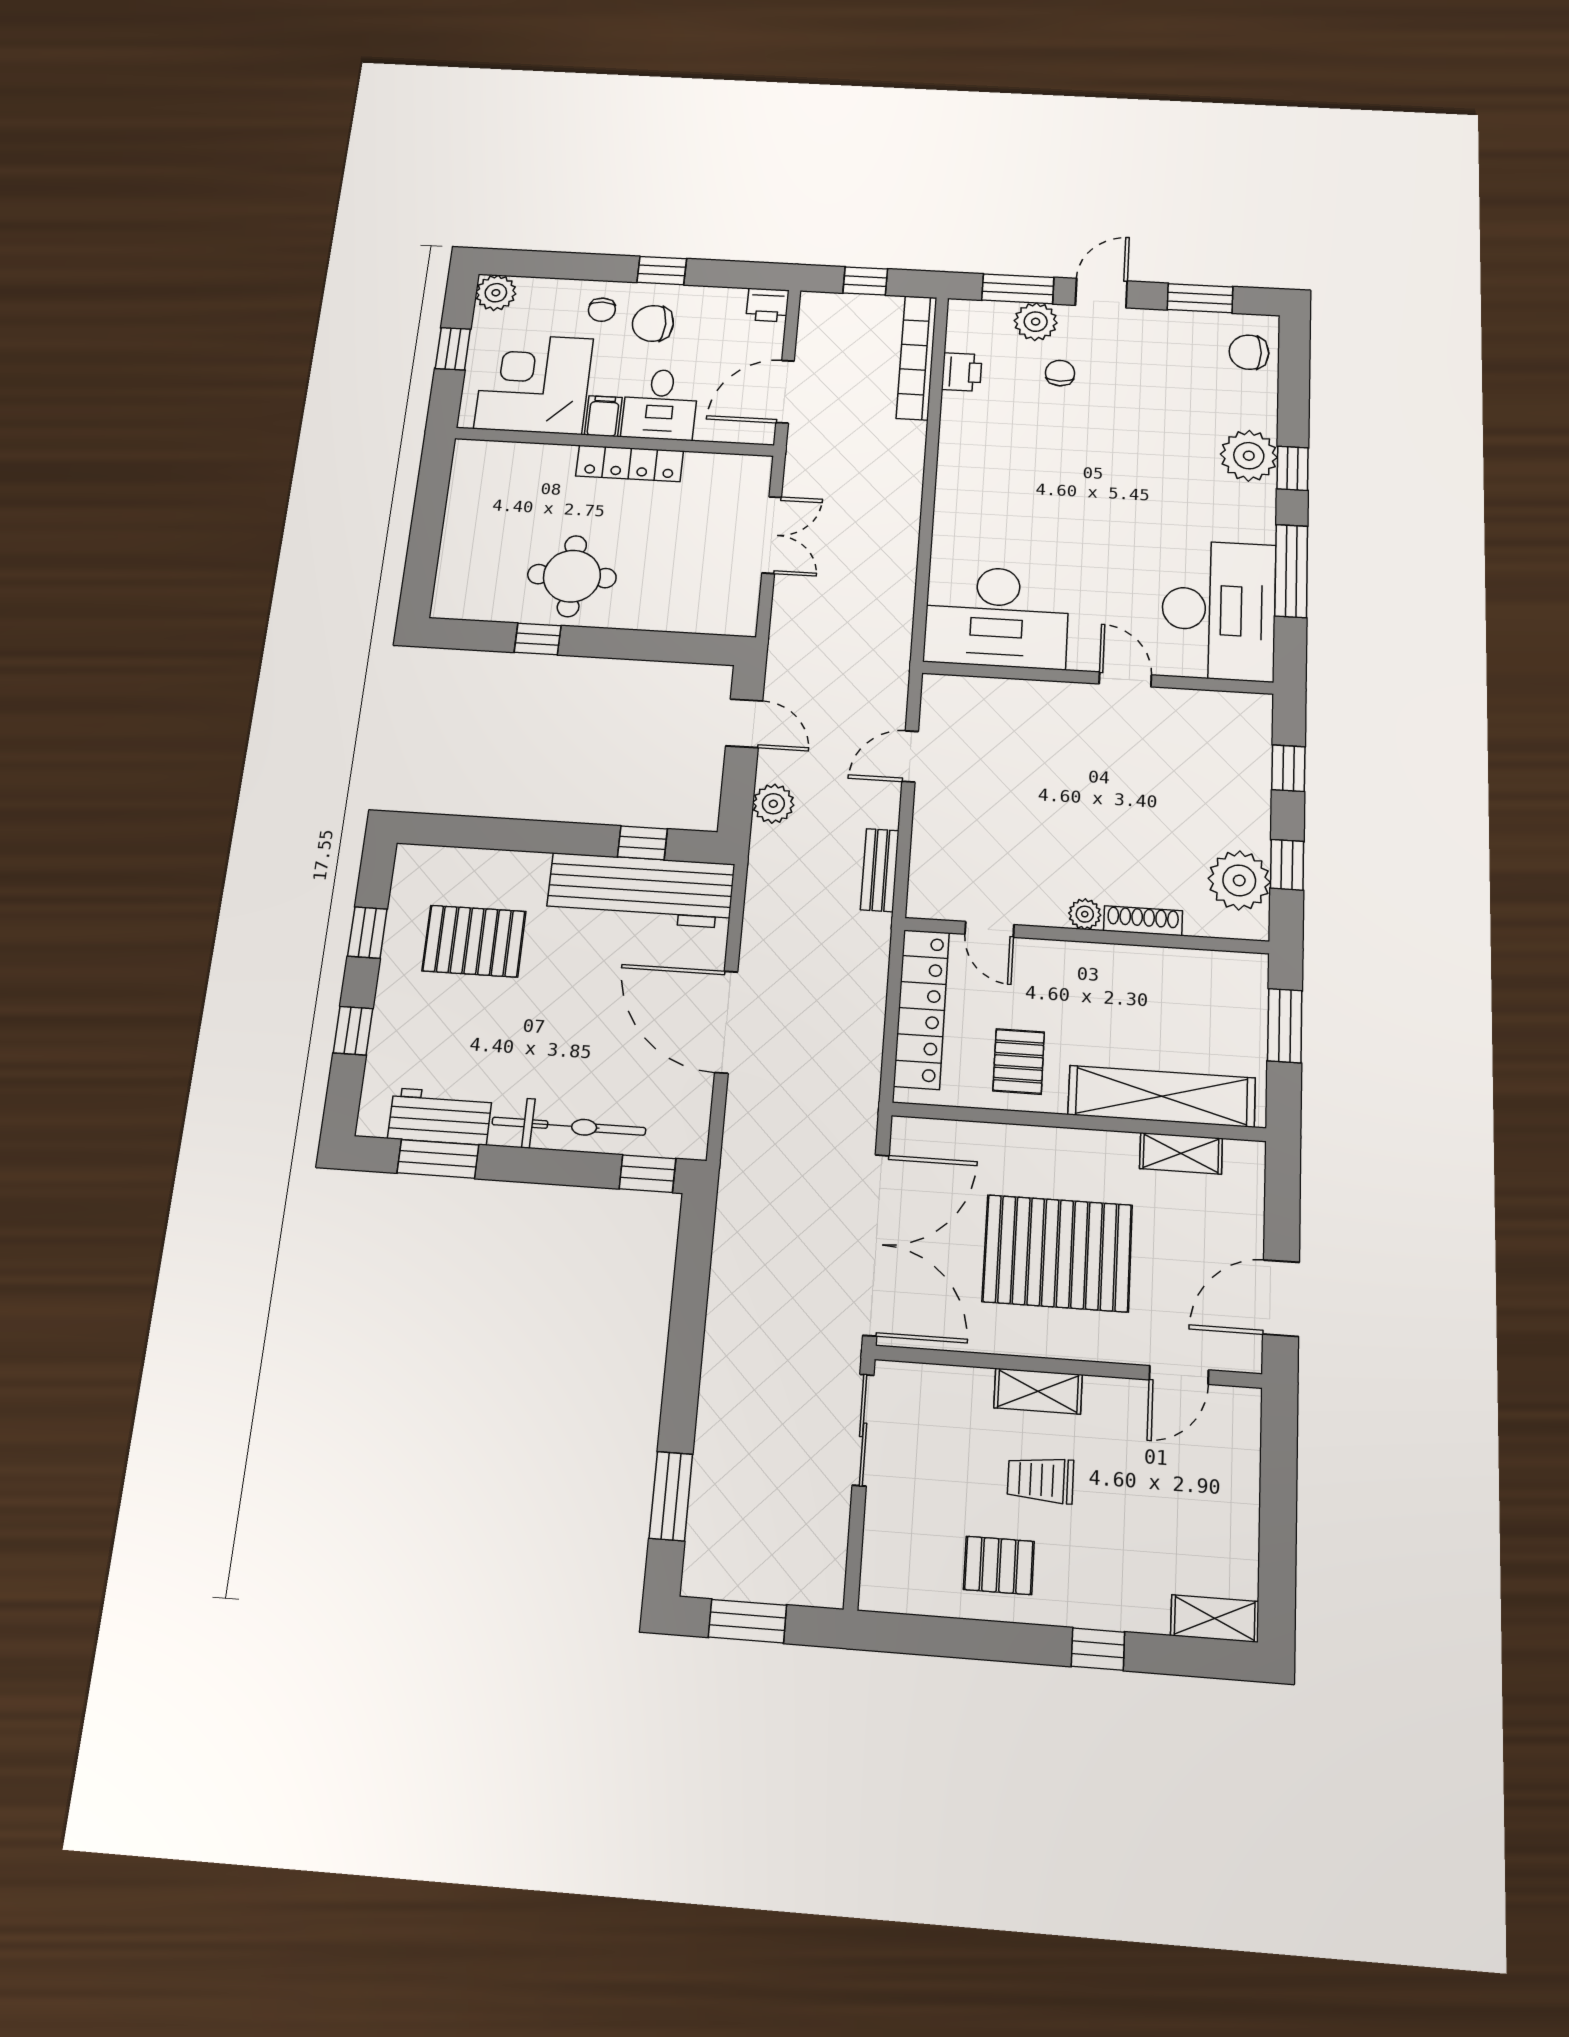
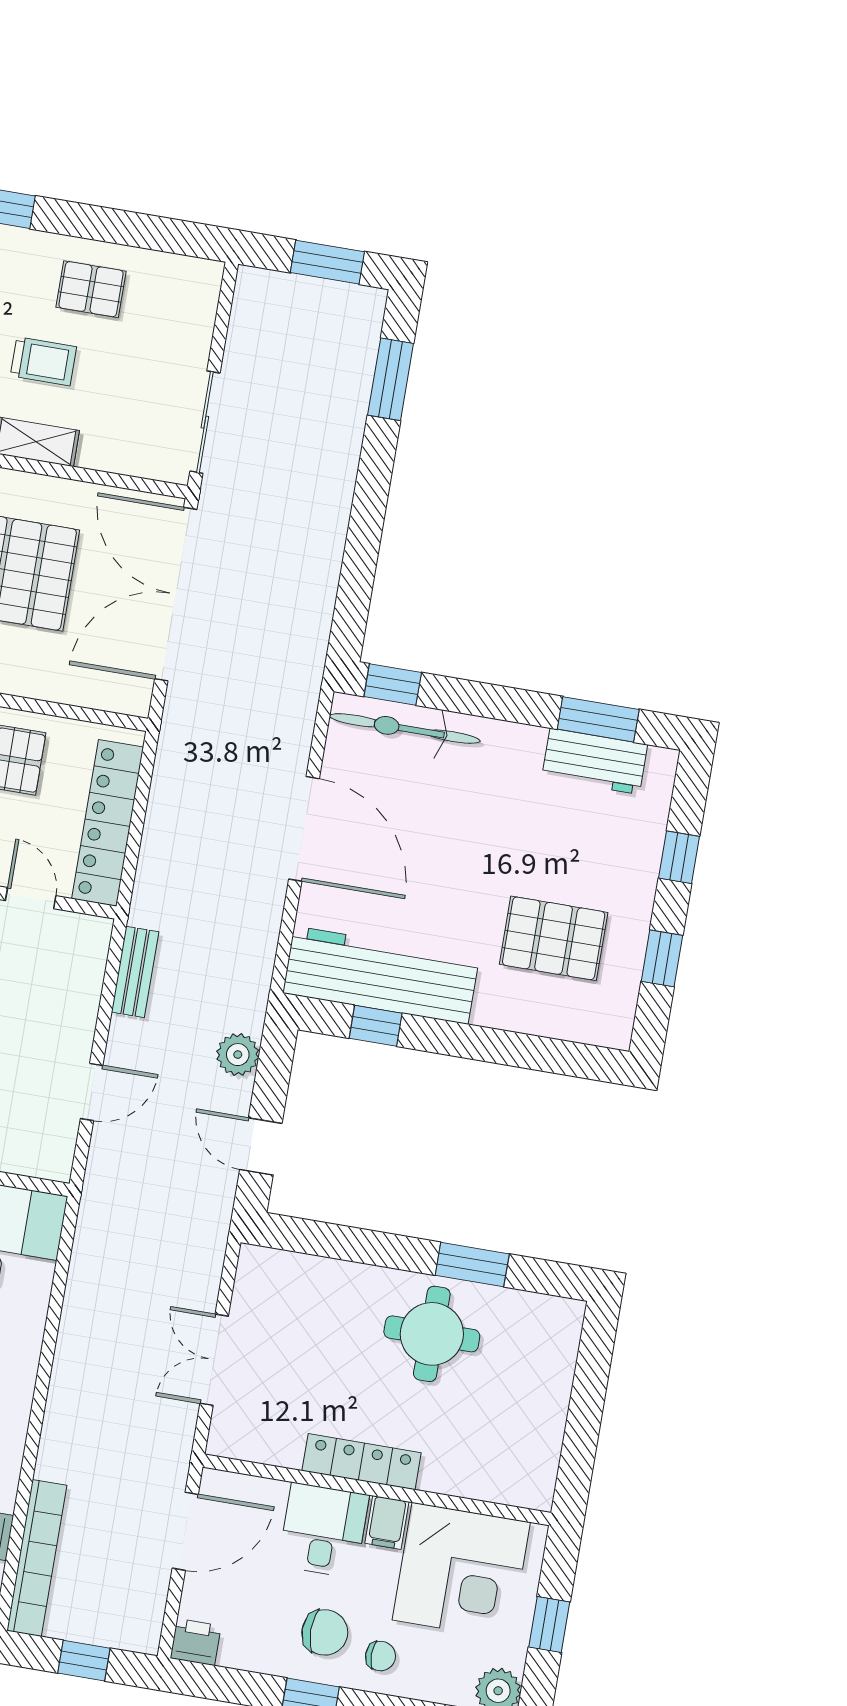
chair: (602, 310) -> (381, 1656), turned 90
window: (538, 639) -> (472, 1265), width x1.50
bicycle: (569, 1126) -> (405, 728), moved

